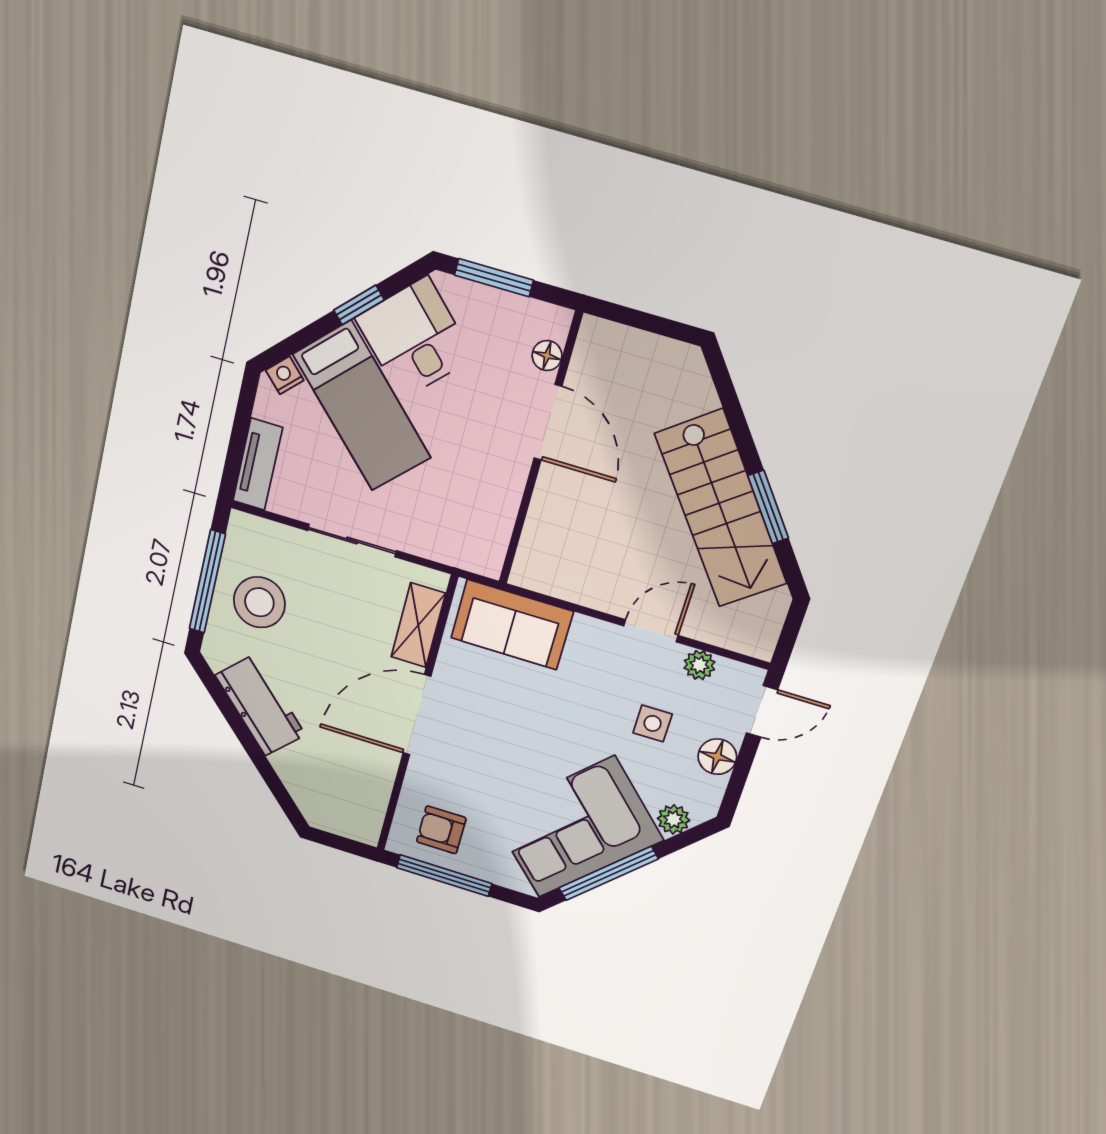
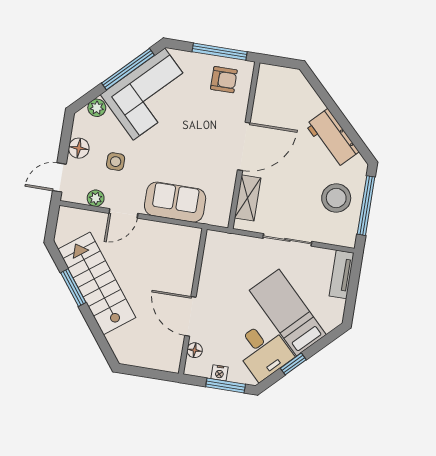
nightstand: (285, 375) -> (220, 373), moved, turned 45
sofa: (512, 625) -> (175, 202), moved

